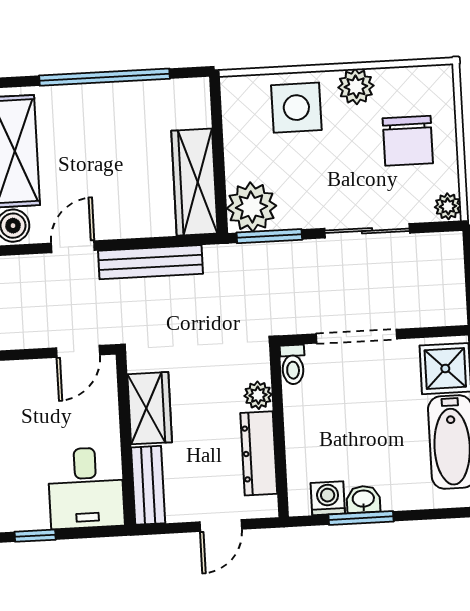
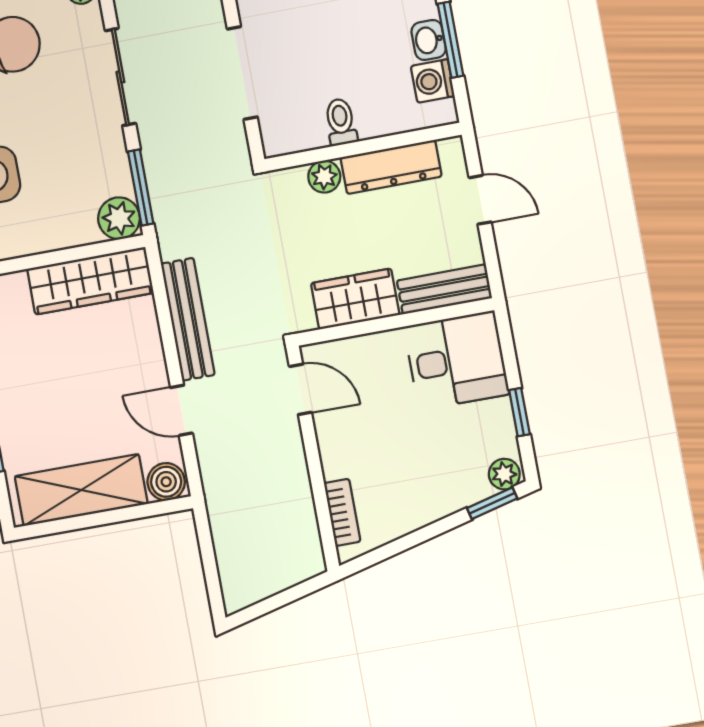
plant: (252, 207) -> (119, 218), width x0.73, depth x0.73
toilet: (293, 365) -> (341, 122), moved, turned -90

